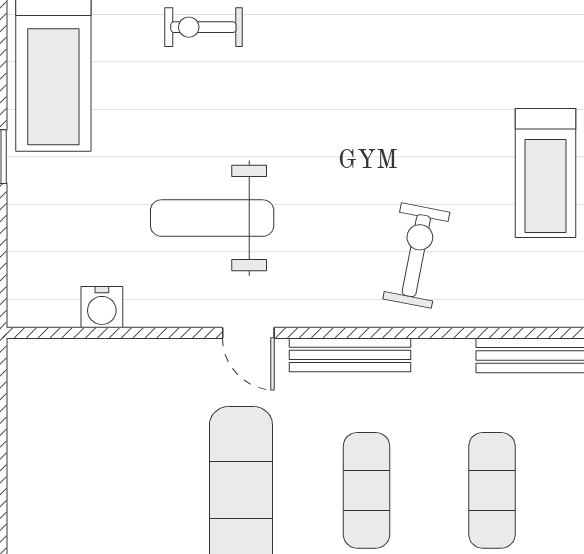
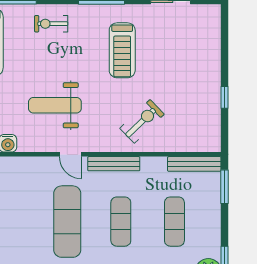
treadmill: (545, 173) -> (122, 50), moved
exercise bike: (416, 256) -> (142, 121), turned 35

